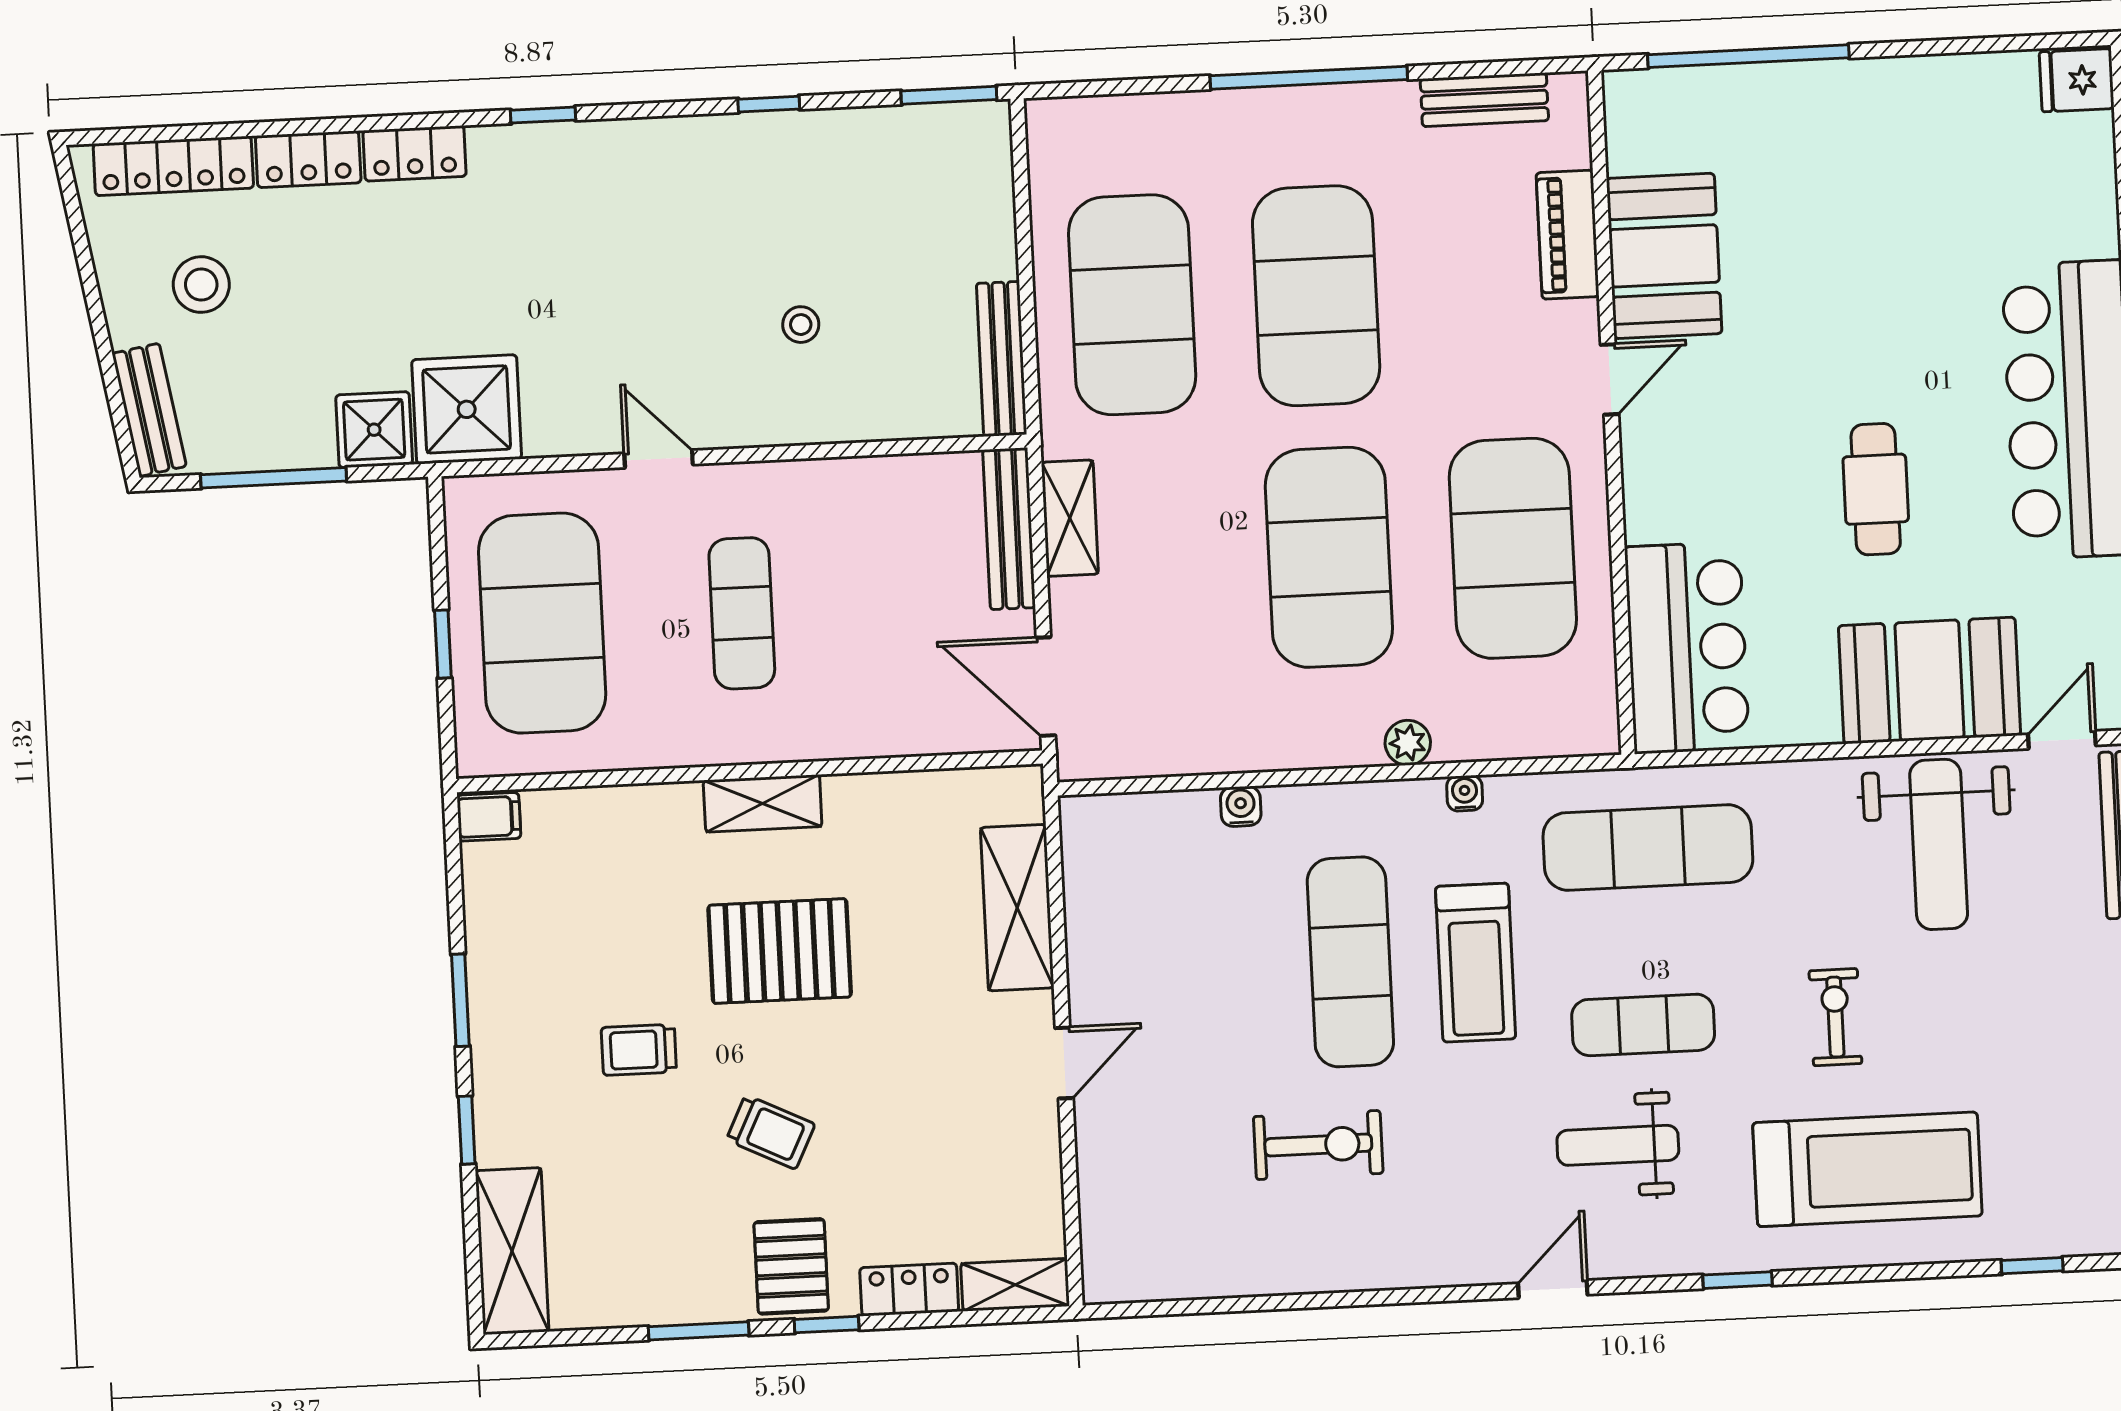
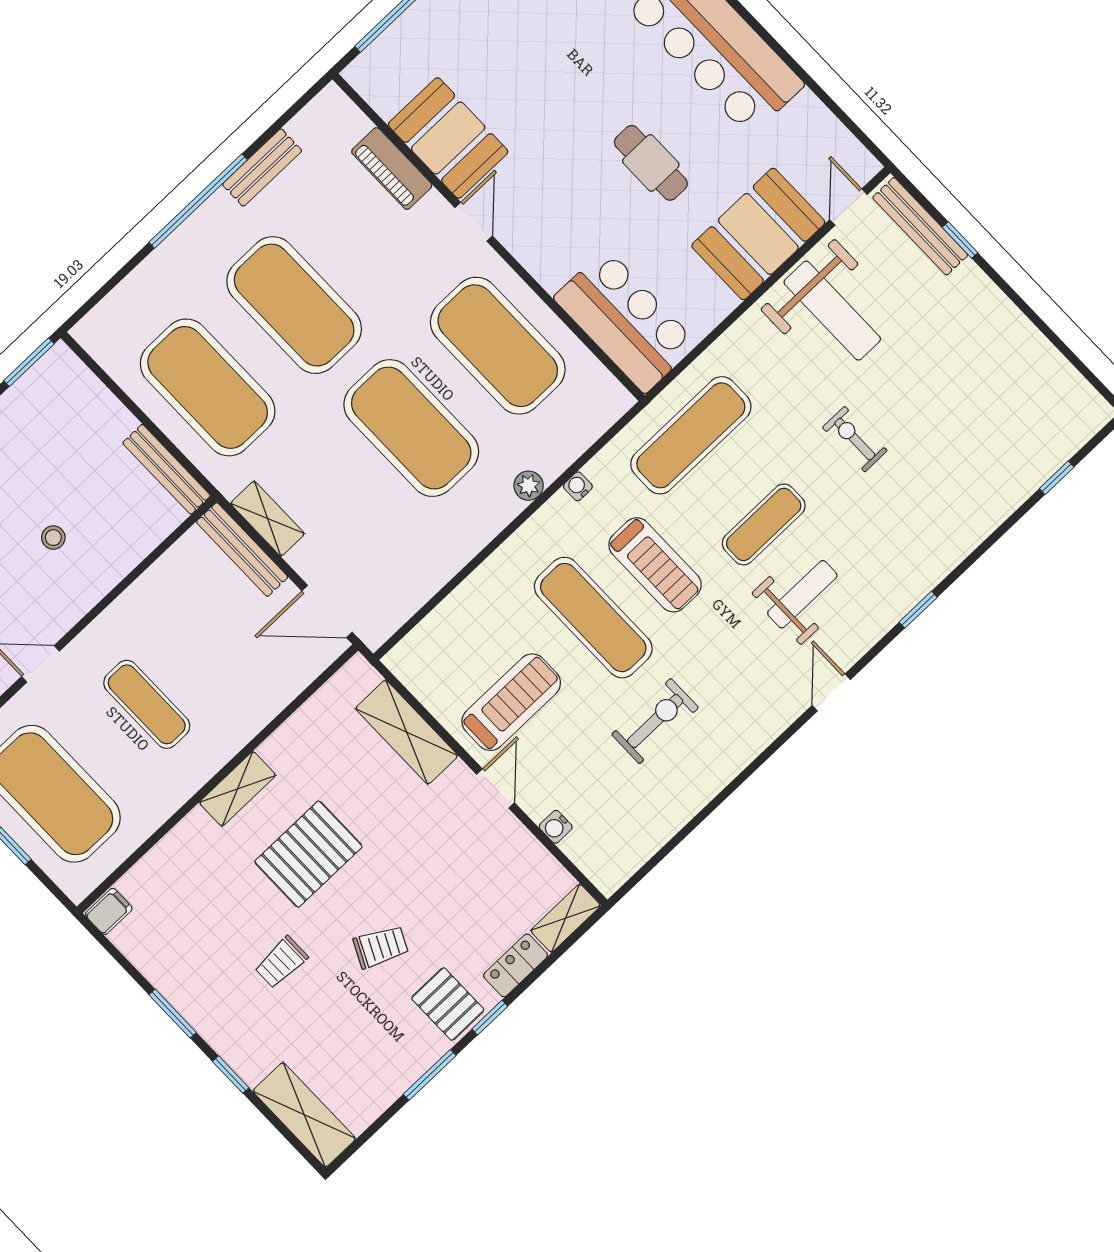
bench: (1484, 100) -> (262, 168), moved
water cooler: (1241, 806) -> (556, 827), moved, turned -90
weight bench: (1618, 1145) -> (802, 594), turned 180
treadmill: (1867, 1169) -> (511, 702), moved, width x0.73, depth x0.73

